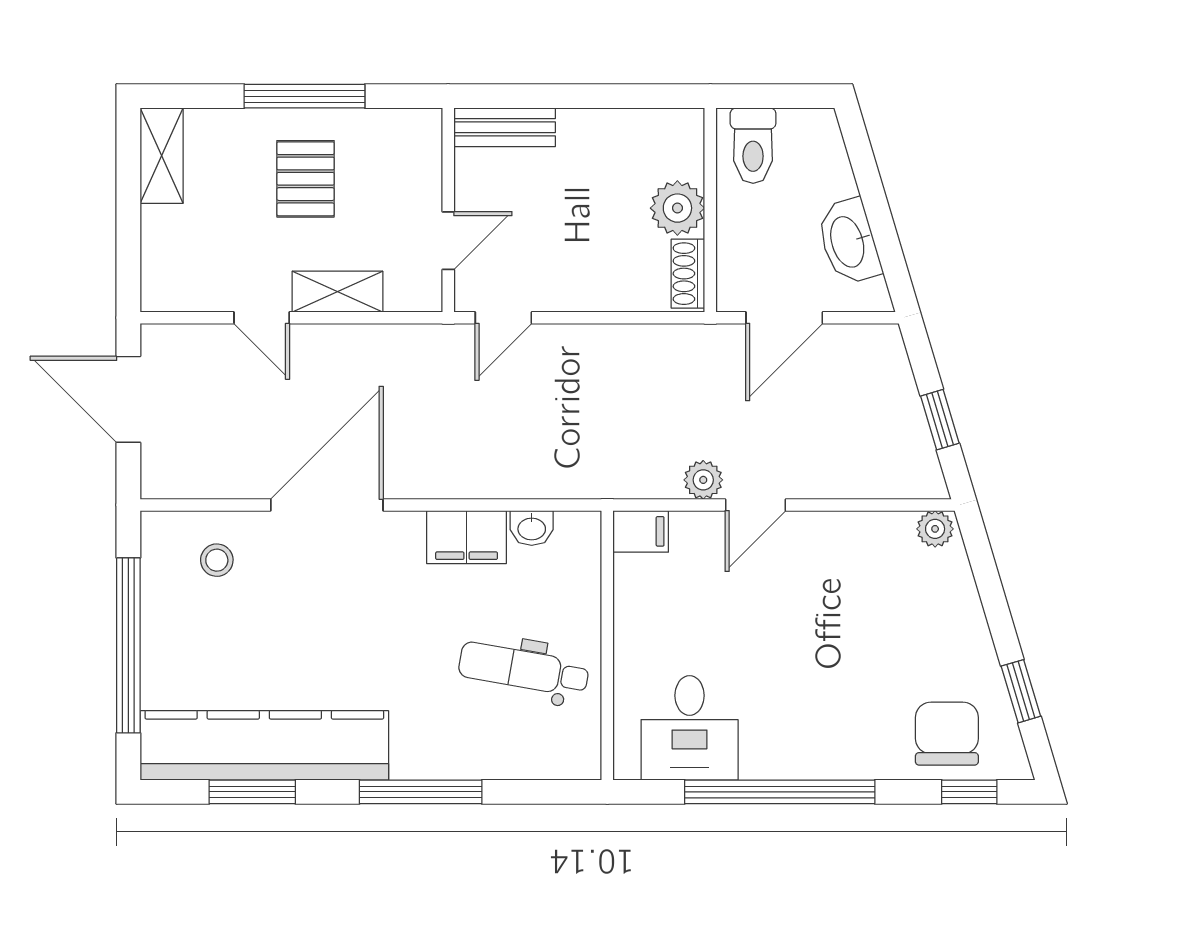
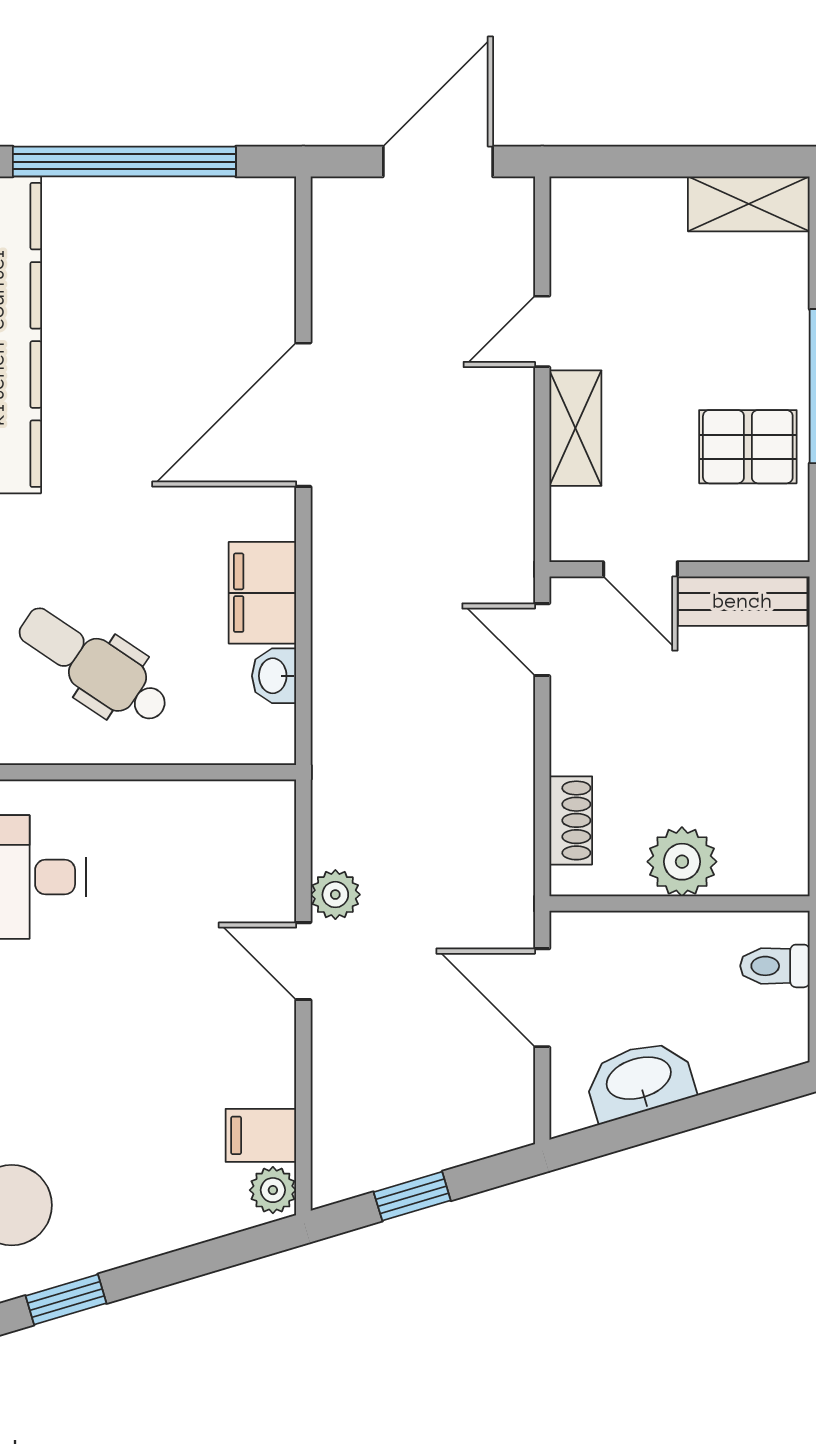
bench: (505, 127) -> (743, 601), moved, turned 90
toilet: (753, 146) -> (775, 966), width x0.73, depth x0.72
pallet: (306, 179) -> (748, 447), moved
shoe rack: (688, 274) -> (571, 820), moved, turned 90
door: (327, 505) -> (303, 415), swing flipped
filing cabinet: (641, 531) -> (261, 1135), moved, turned 90
stool: (217, 560) -> (233, 274), removed
dental chair: (524, 669) -> (94, 666), turned -66

